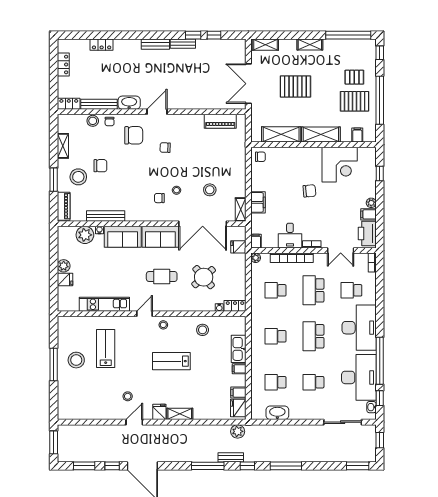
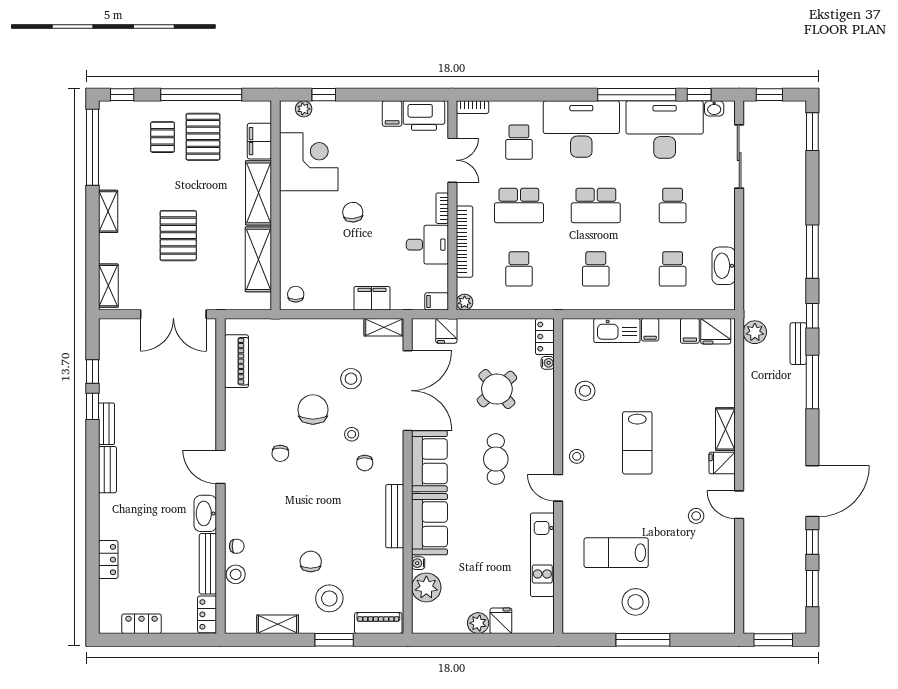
chair: (134, 135) -> (313, 410), moved
filing cabinet: (357, 135) -> (259, 141), width x2.00
plant: (371, 203) -> (304, 109), moved
bench: (106, 216) -> (395, 516), moved

